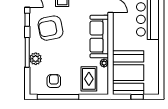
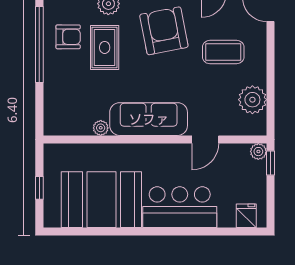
booth: (128, 73) -> (101, 200), moved
rug: (89, 79) -> (105, 47), moved, turned 90

